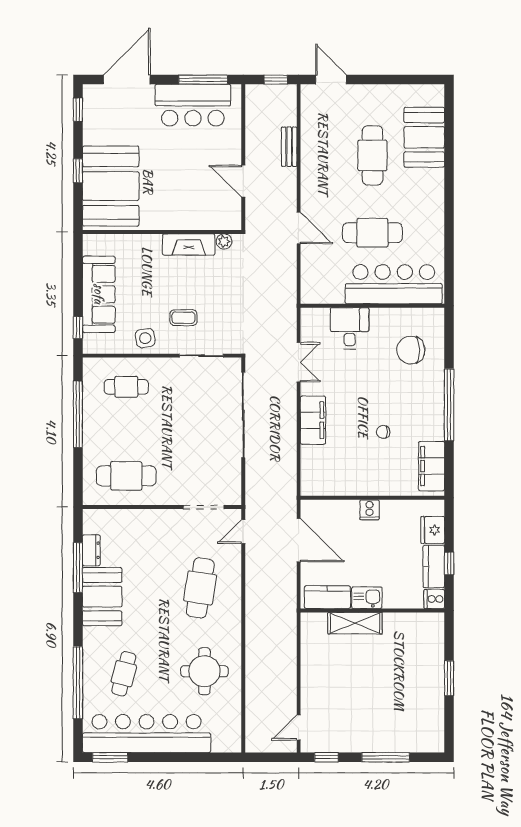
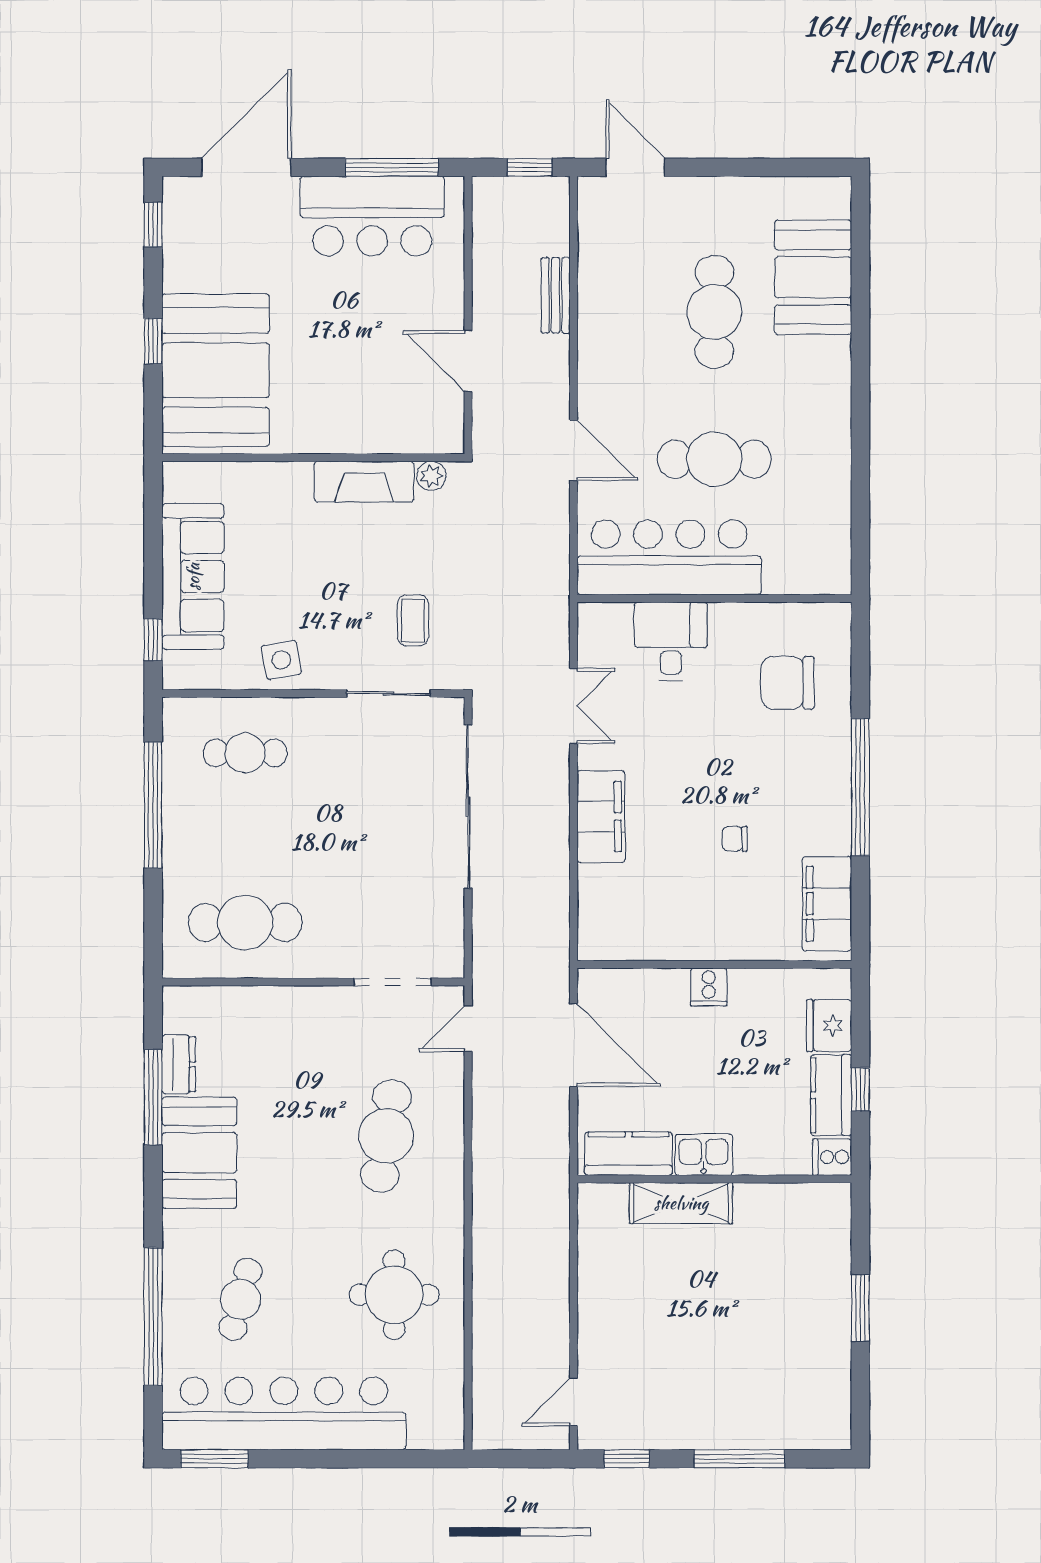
bar counter: (394, 284) -> (669, 557), moved
coffee table: (183, 318) -> (413, 620), moved, turned 90

